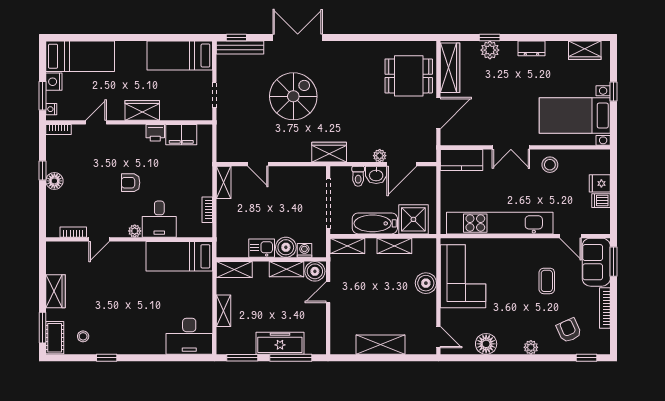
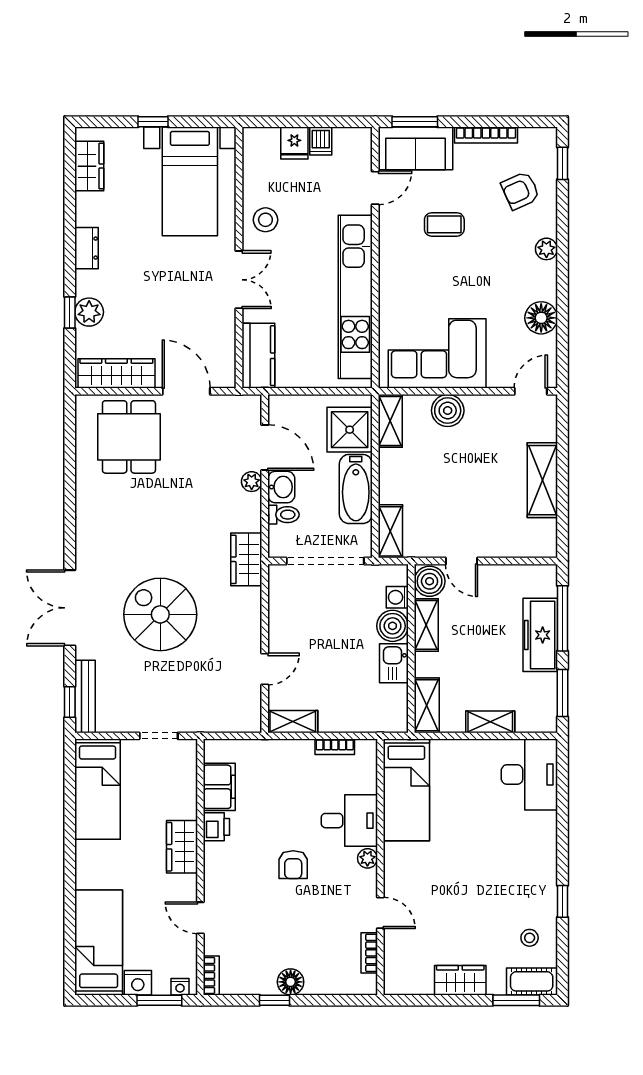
shelving: (394, 246) -> (390, 421), moved

